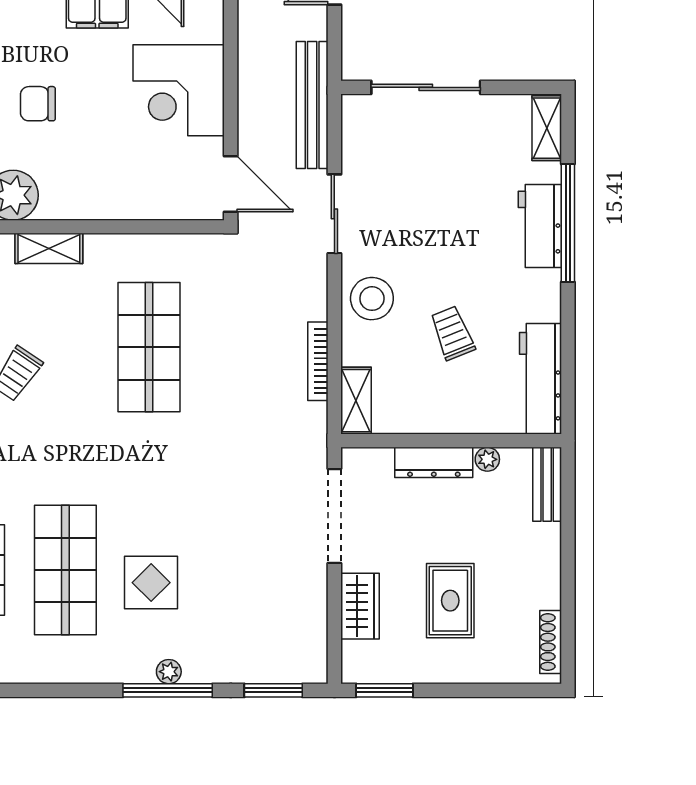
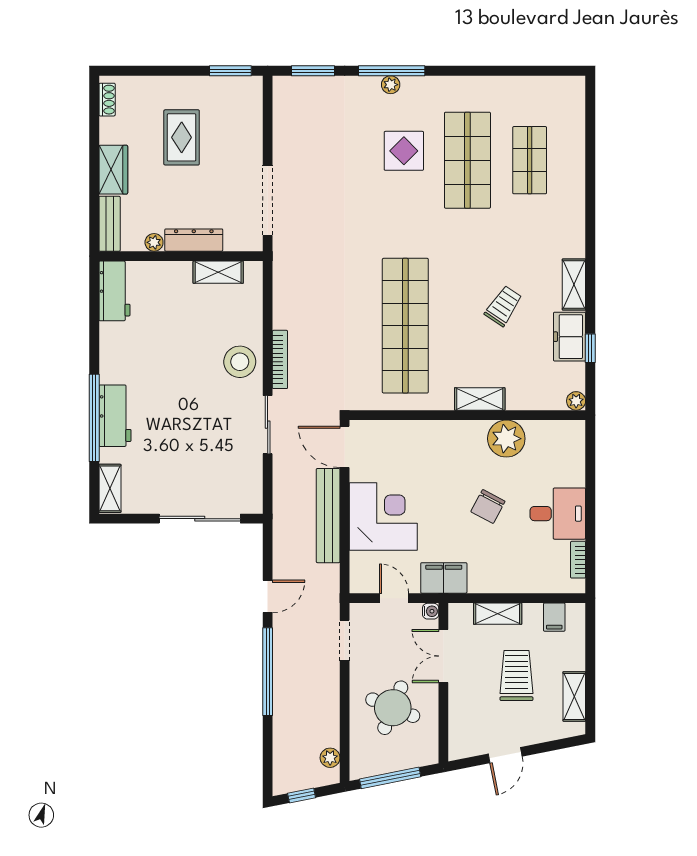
chair: (38, 104) -> (488, 506), turned 118
bench: (312, 105) -> (328, 516), moved
trolley: (452, 333) -> (180, 336), removed
shop shelf: (149, 347) -> (405, 326), width x1.40
bookcase: (318, 361) -> (280, 359), moved
workbench: (541, 379) -> (115, 291), width x0.73
shelving: (356, 401) -> (218, 272), moved, turned 90
wardrobe: (360, 606) -> (113, 170), moved, turned 180
shoe rack: (551, 642) -> (107, 100), width x0.70

